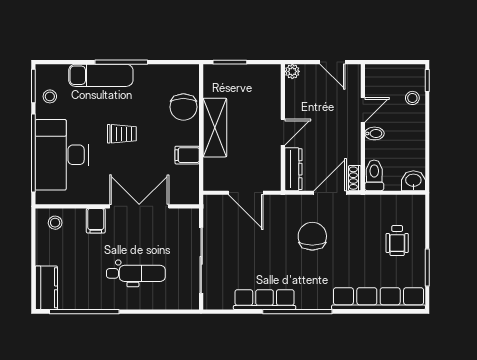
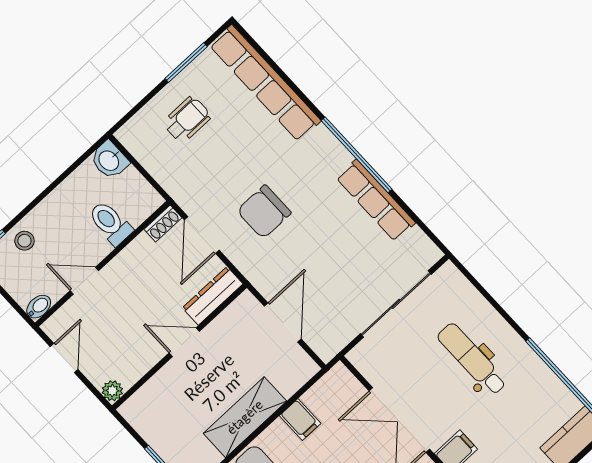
bidet: (374, 133) -> (39, 307), moved, turned 90
toilet: (374, 175) -> (110, 223), moved, turned 90
door: (330, 193) -> (202, 235), hinge flipped

